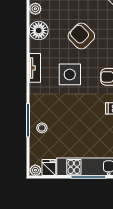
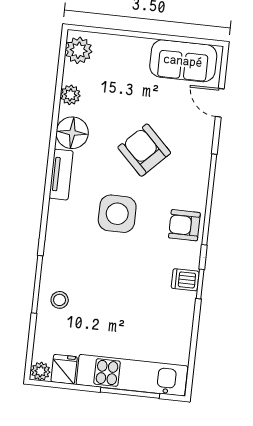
tv unit: (35, 68) -> (61, 175), moved

